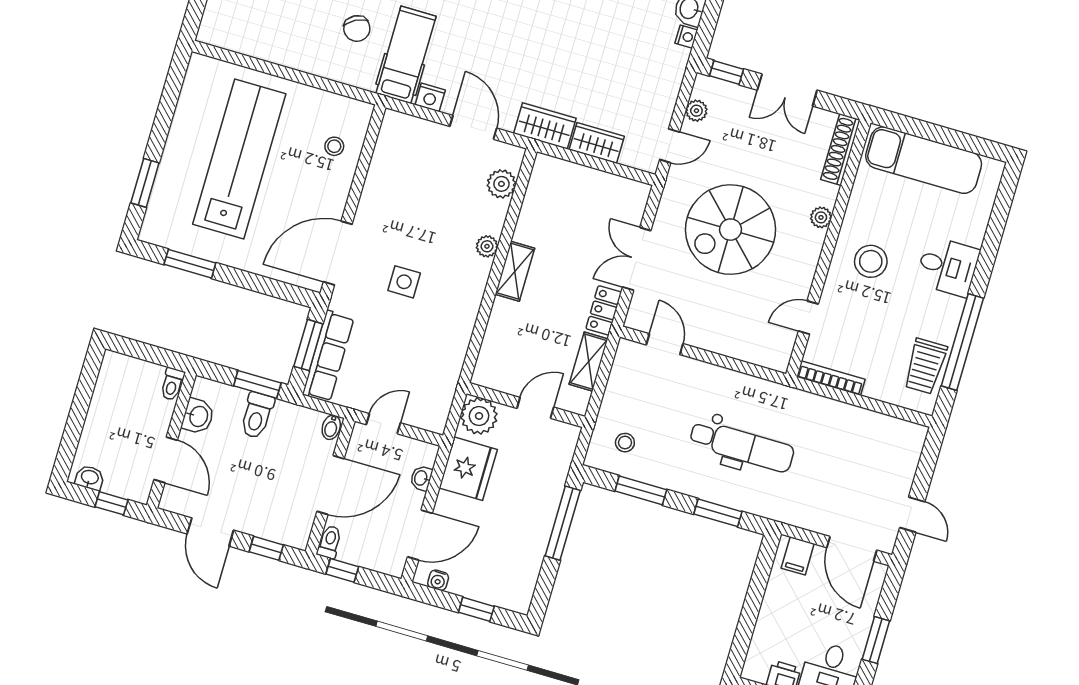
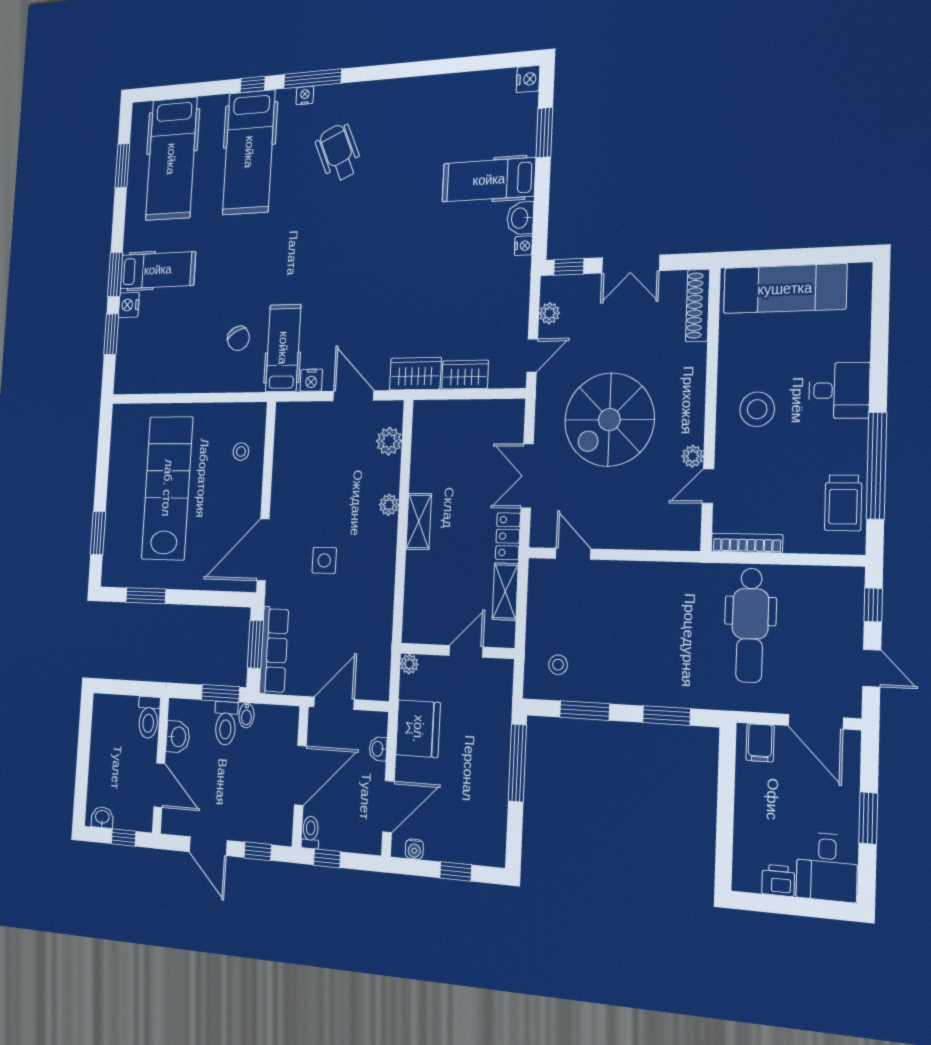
plant: (821, 217) -> (693, 456), moved
toilet: (172, 384) -> (149, 717), width x1.37, depth x1.39
plant: (479, 416) -> (409, 664), width x0.53, depth x0.53
door: (383, 424) -> (334, 703), width x1.38
bidet: (331, 427) -> (246, 715), moved
dental chair: (742, 446) -> (750, 625), moved, turned 90
window: (928, 461) -> (873, 605), added

